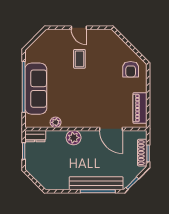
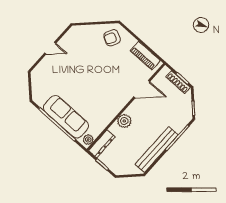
coffee table: (79, 59) -> (72, 67), removed
armchair: (131, 69) -> (112, 38), turned 118
plant: (56, 122) -> (88, 140), moved
dresser: (35, 136) -> (102, 144), width x1.44
bench: (96, 183) -> (157, 150), moved

